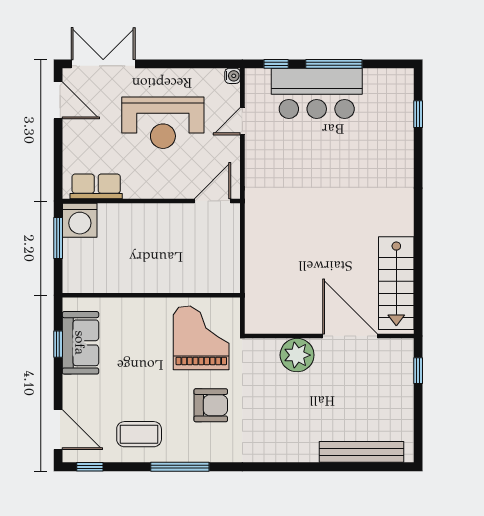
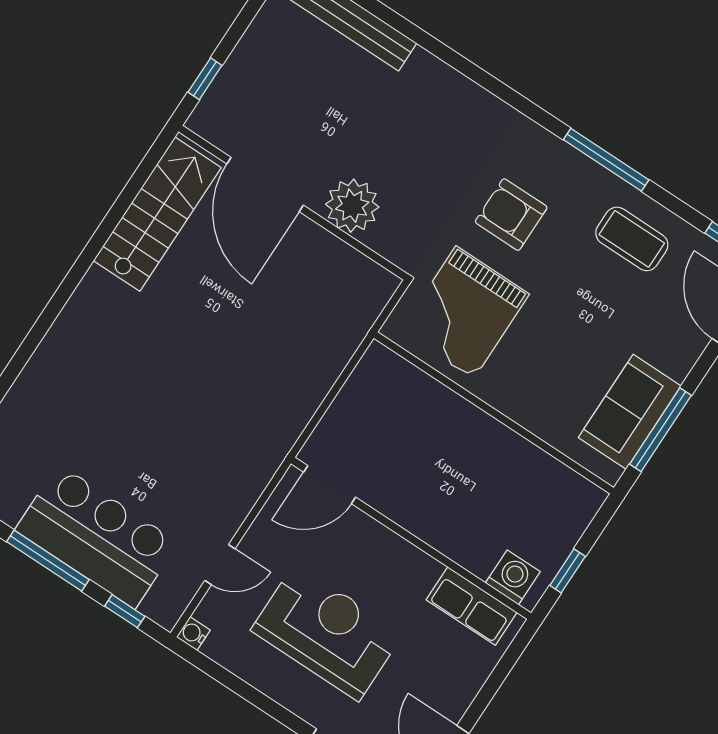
washing machine: (80, 220) -> (513, 577), width x0.73, depth x0.73
window: (58, 238) -> (568, 571), width x0.67
window: (58, 344) -> (661, 430), width x2.17

